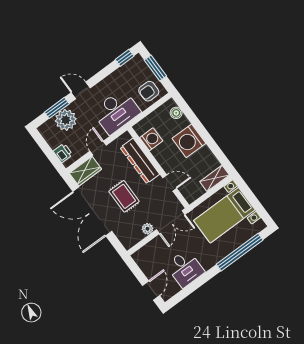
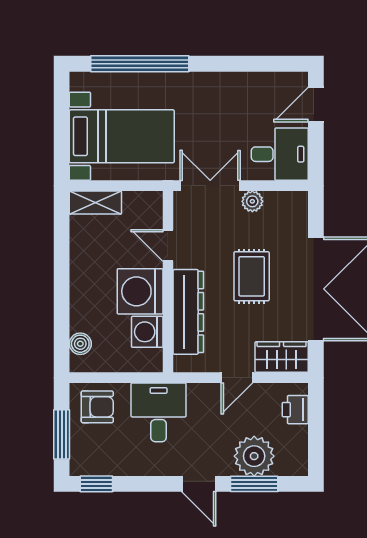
desk: (116, 112) -> (159, 412), width x0.73
washing machine: (189, 141) -> (140, 291), moved, turned 180
desk: (185, 268) -> (280, 154), moved, turned 90

